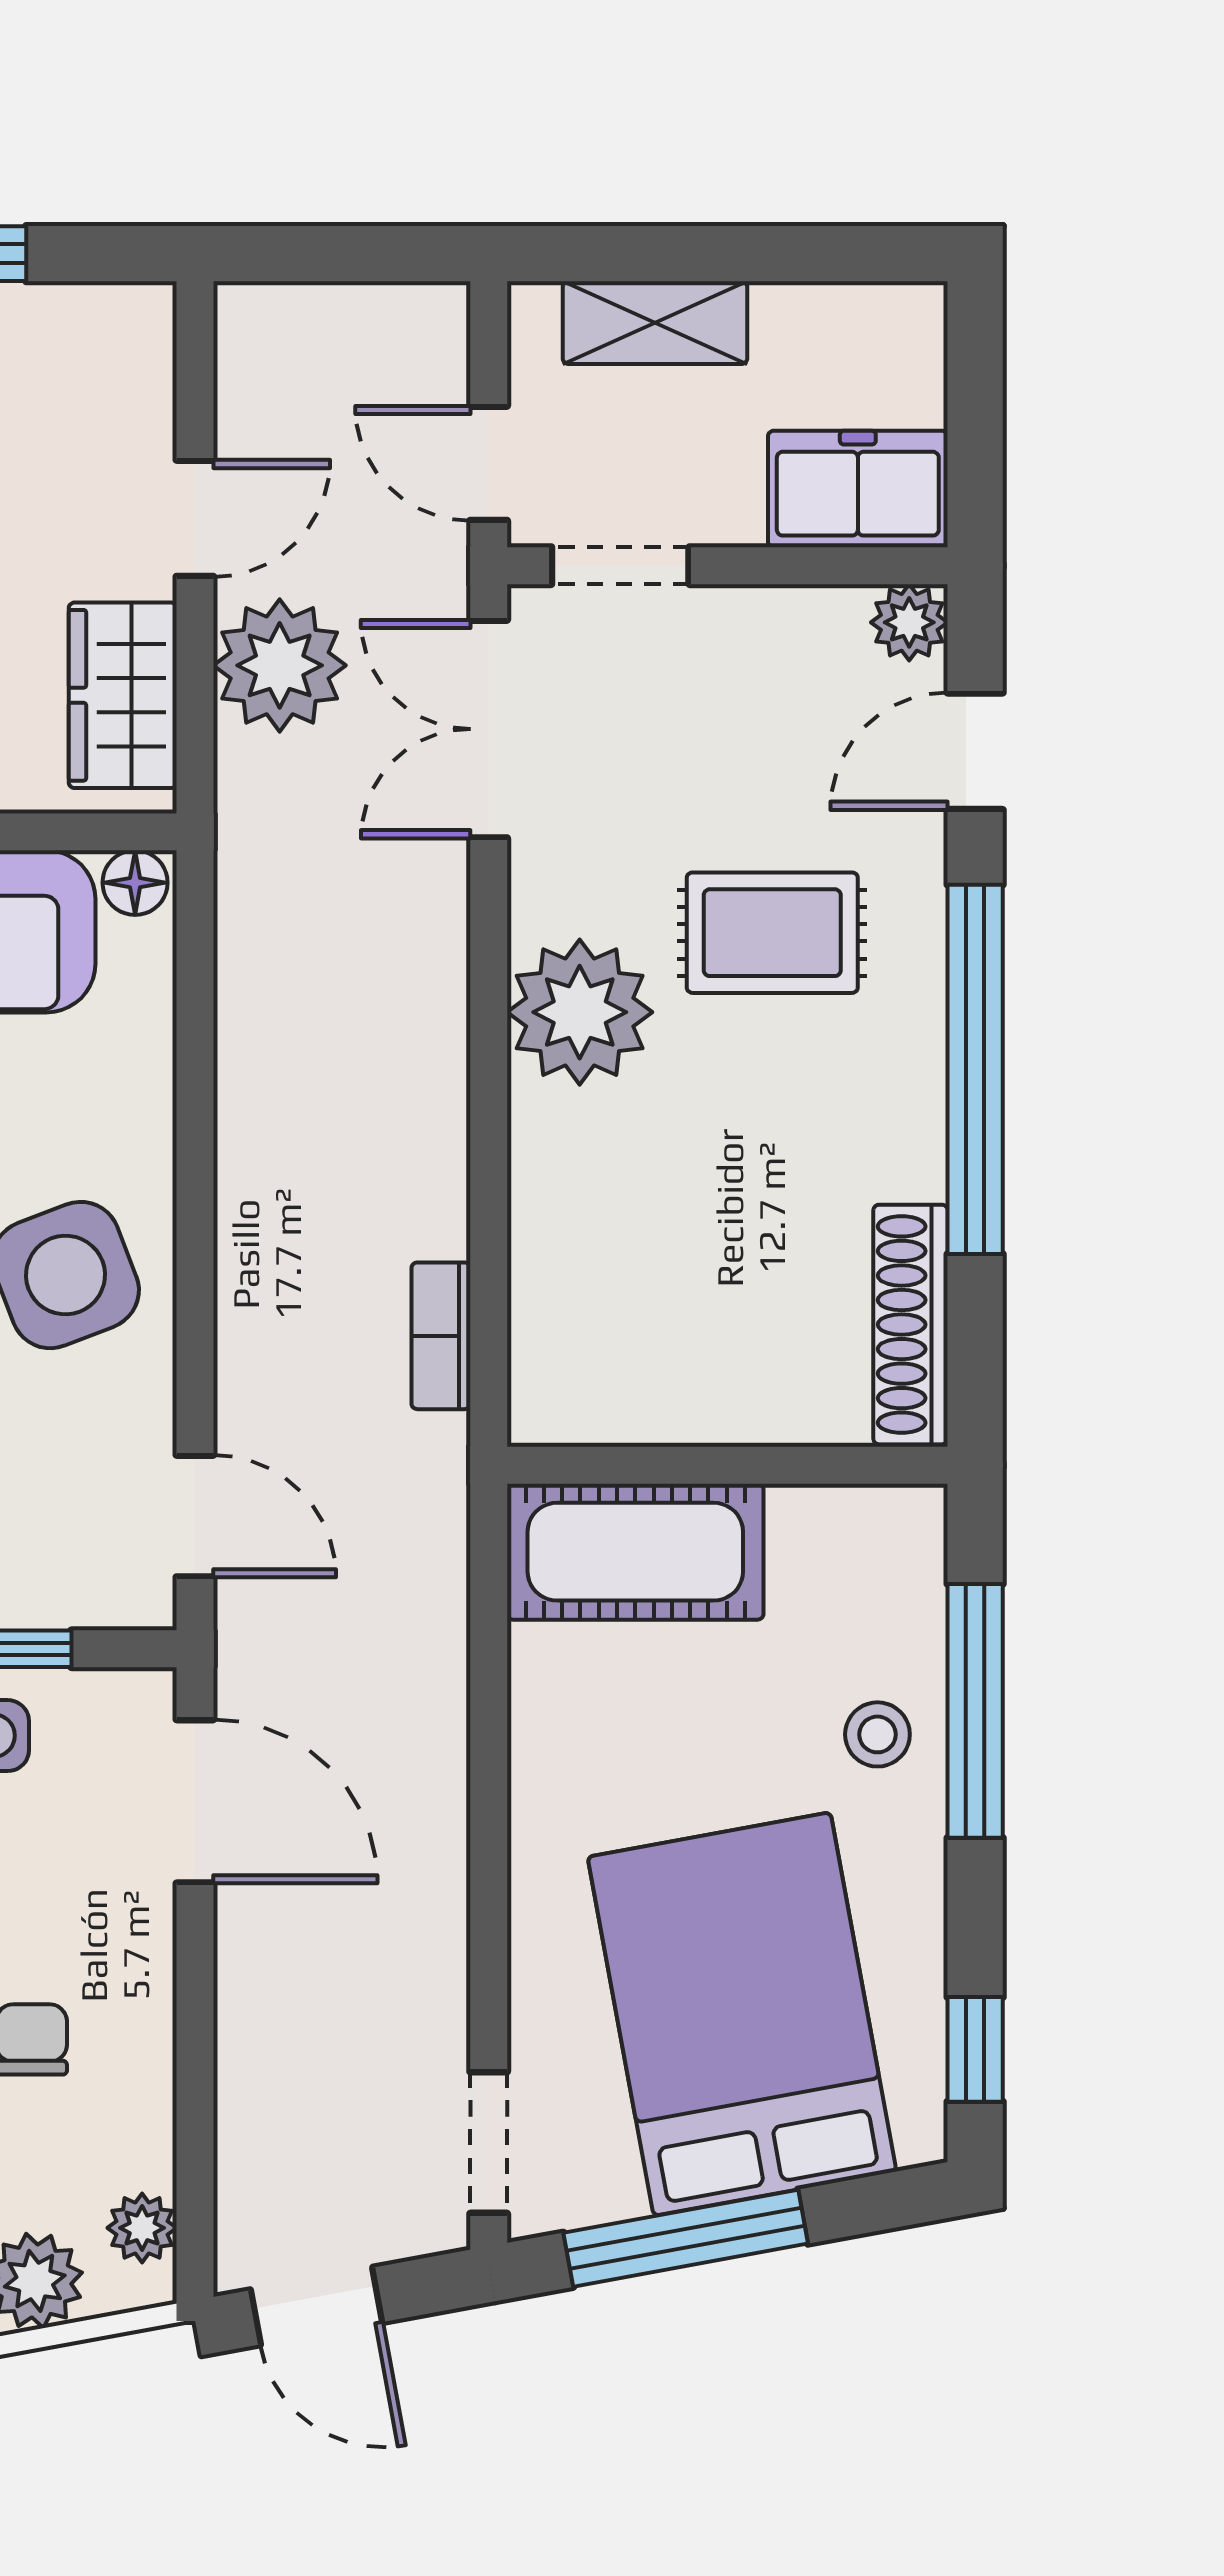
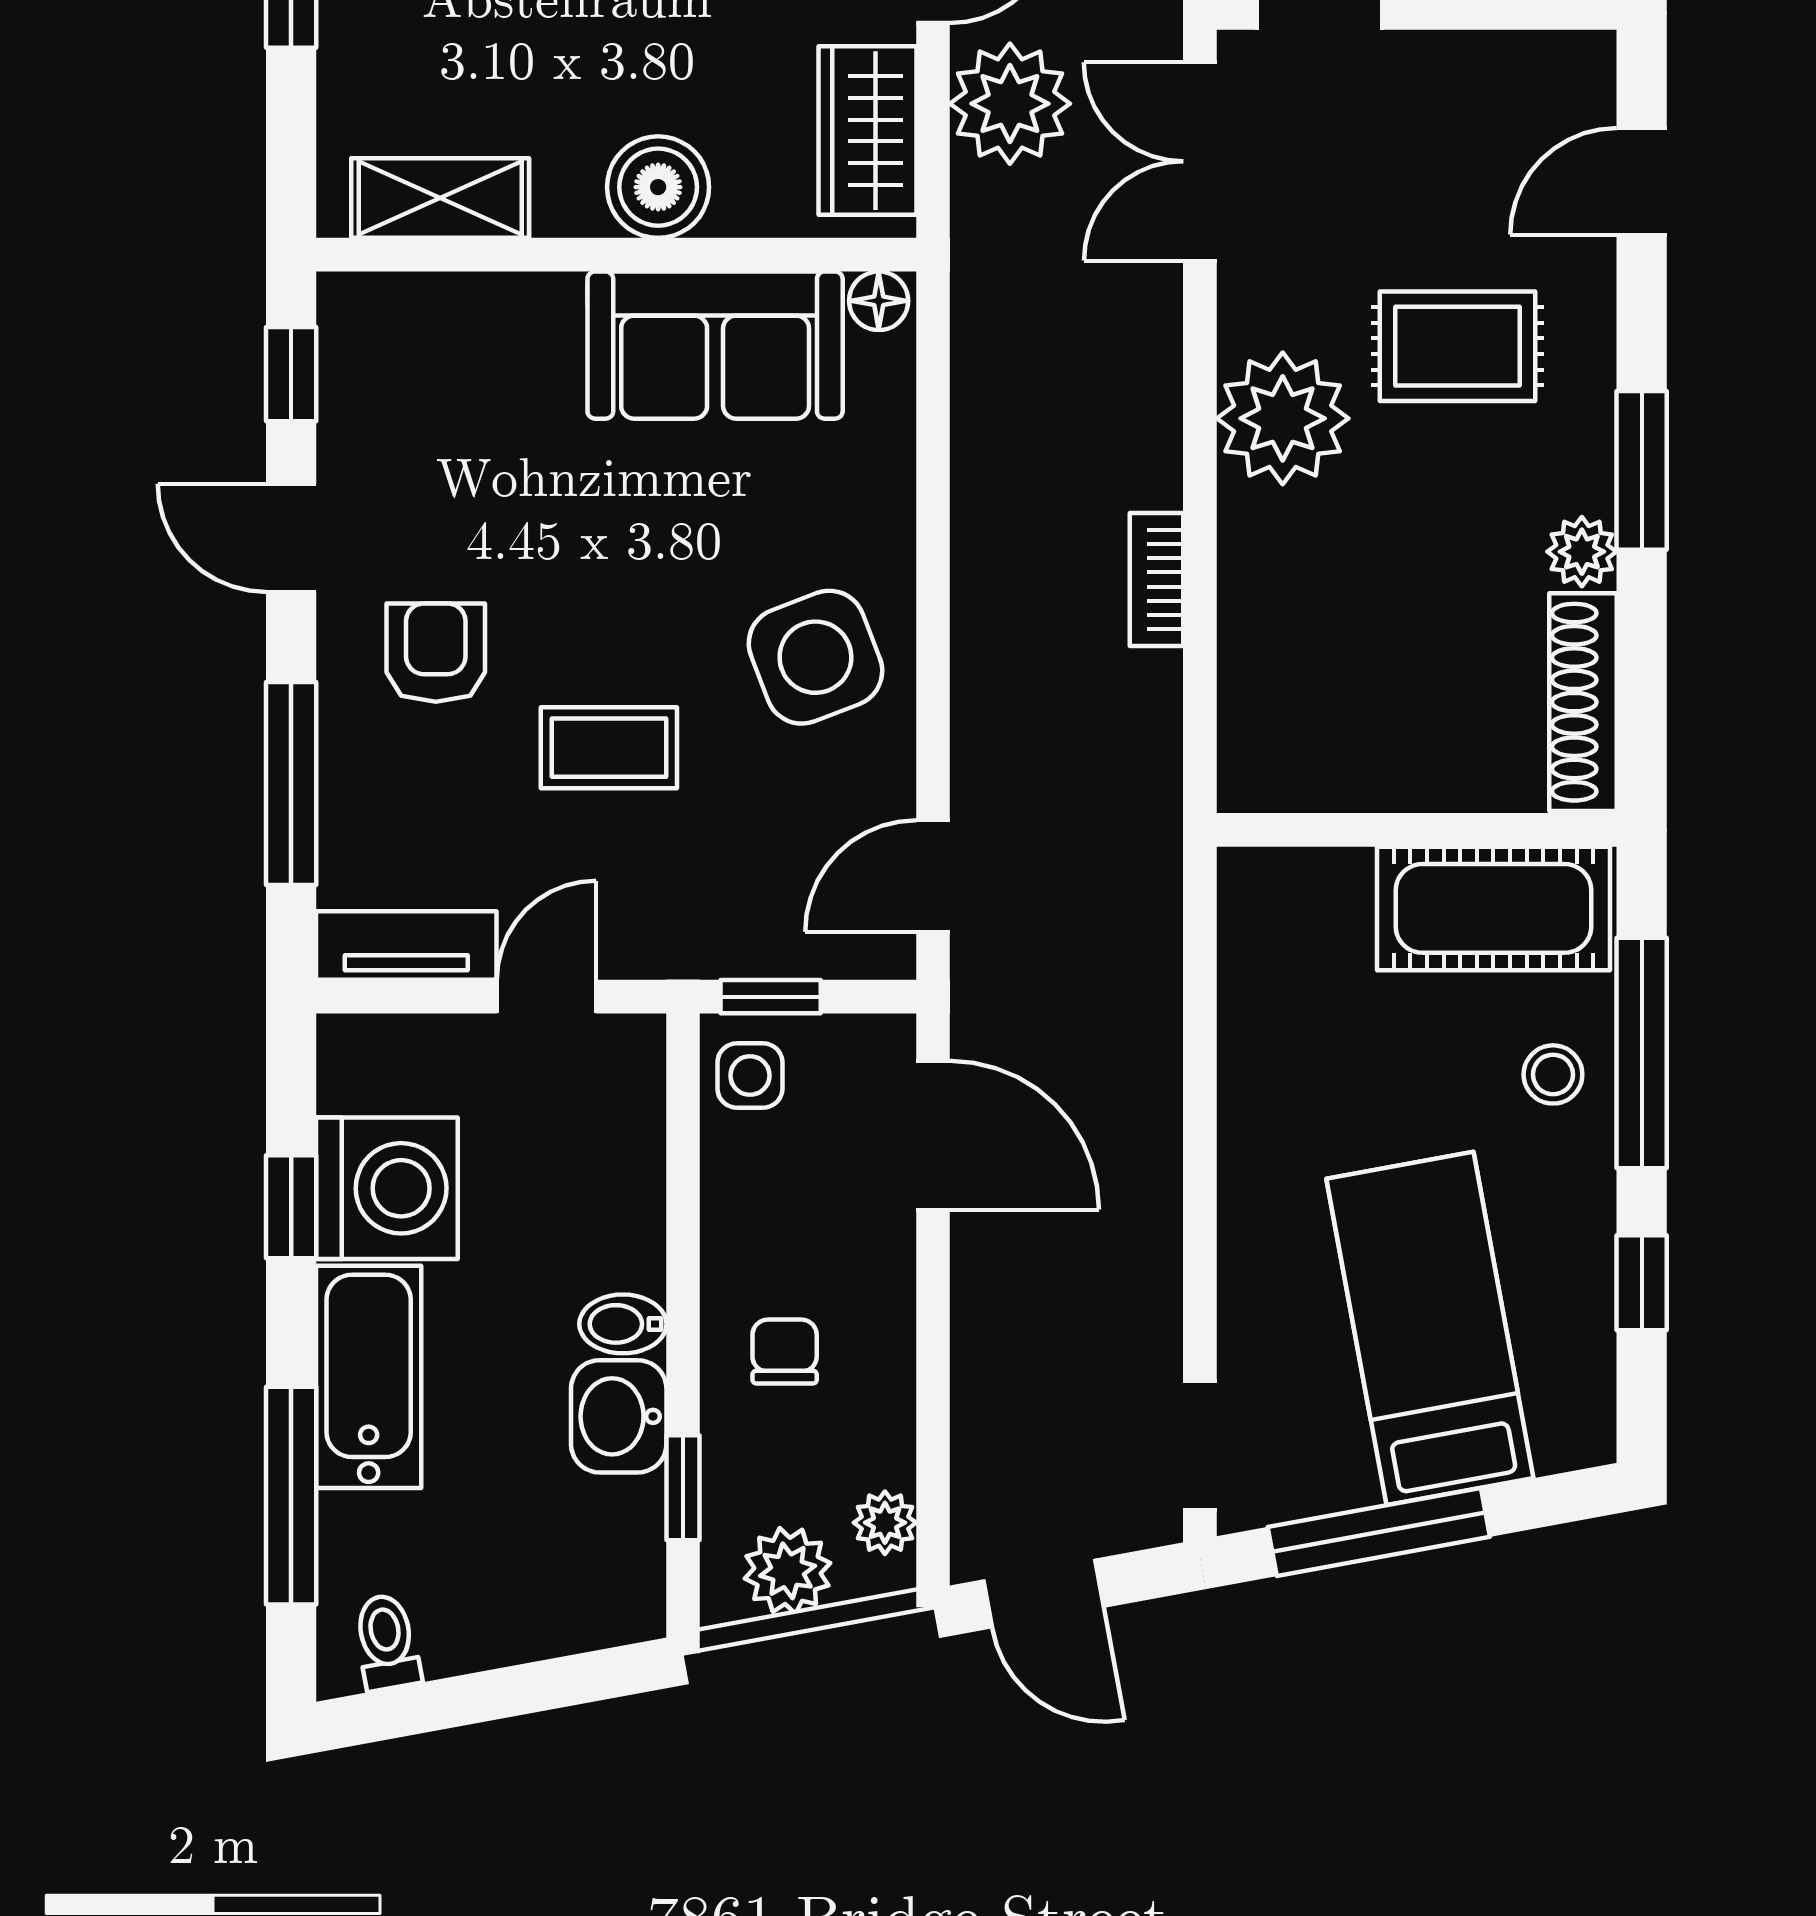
plant: (909, 622) -> (1582, 552), moved
window: (975, 1069) -> (1642, 470), width x0.47
bookcase: (441, 1336) -> (1156, 580), moved
door: (195, 1516) -> (933, 876), swing flipped
cot: (635, 1552) -> (1493, 908), moved
bed: (742, 2014) -> (1430, 1328), width x0.67
window: (975, 2049) -> (1642, 1283), moved

